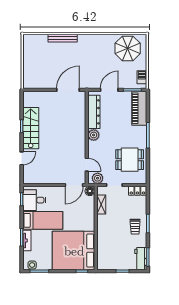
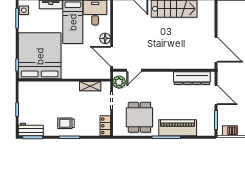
piano: (139, 108) -> (178, 128), moved
plant: (94, 135) -> (167, 78), removed
floor lamp: (90, 191) -> (105, 38), moved

